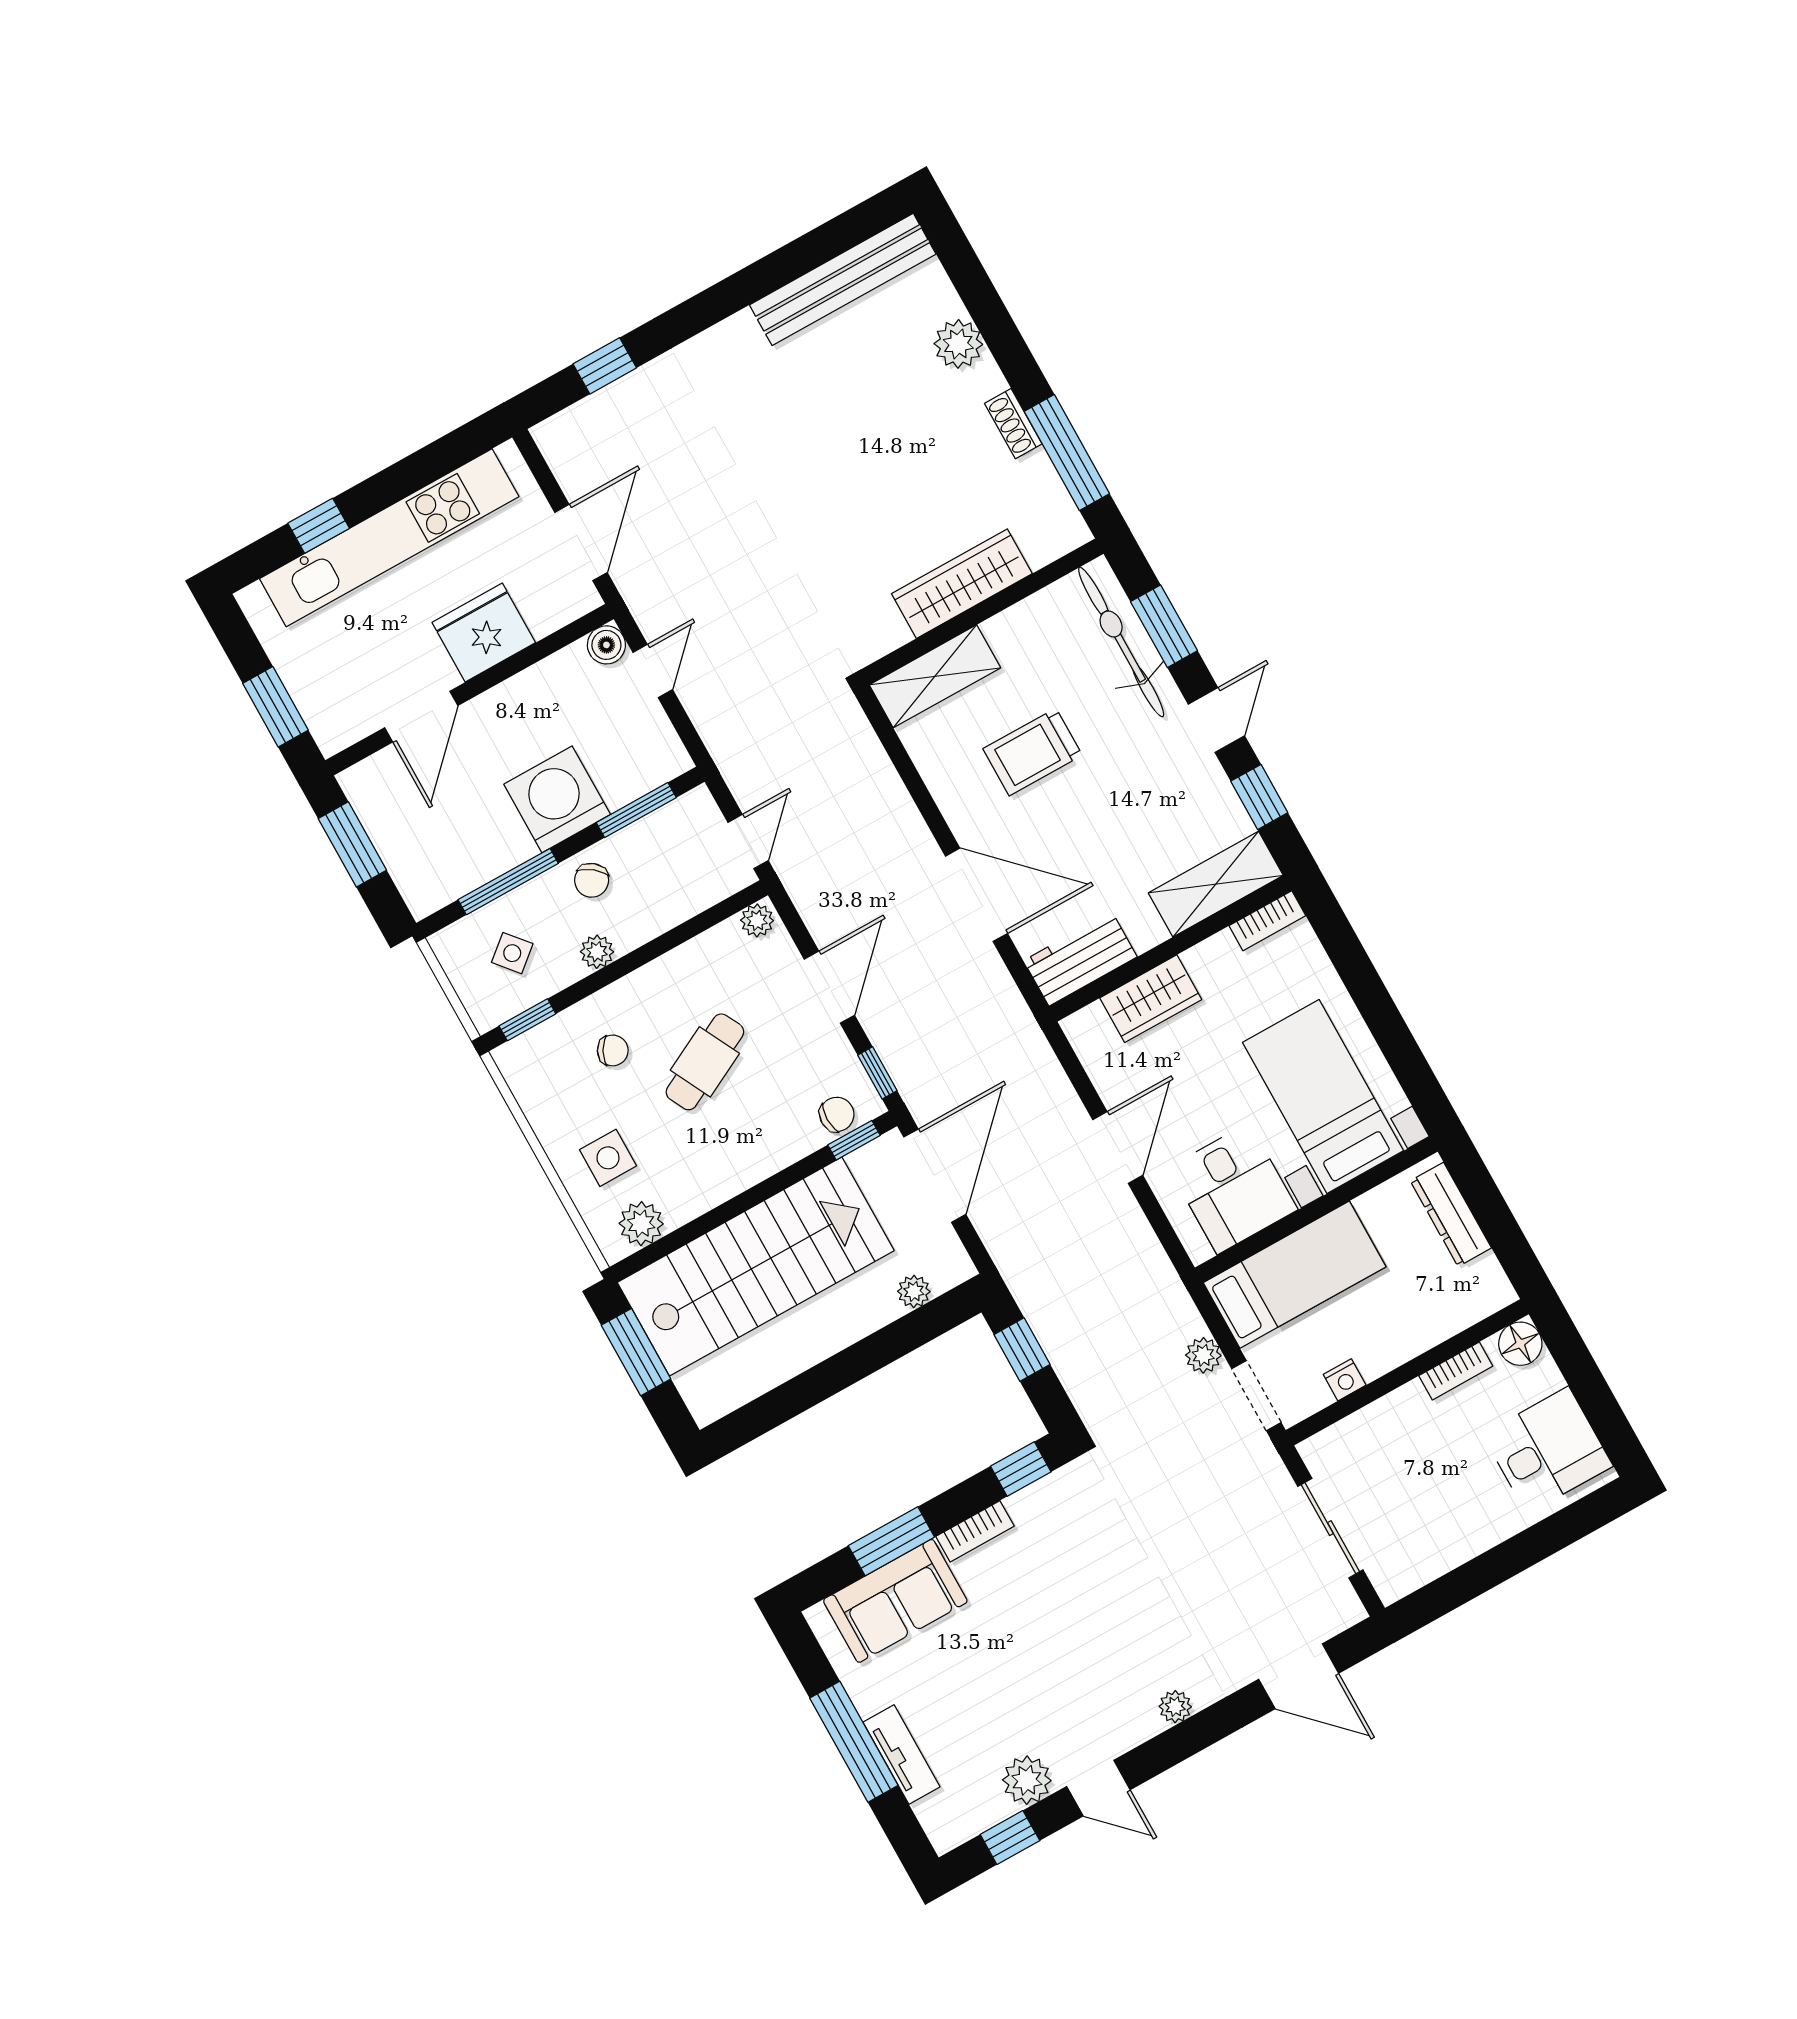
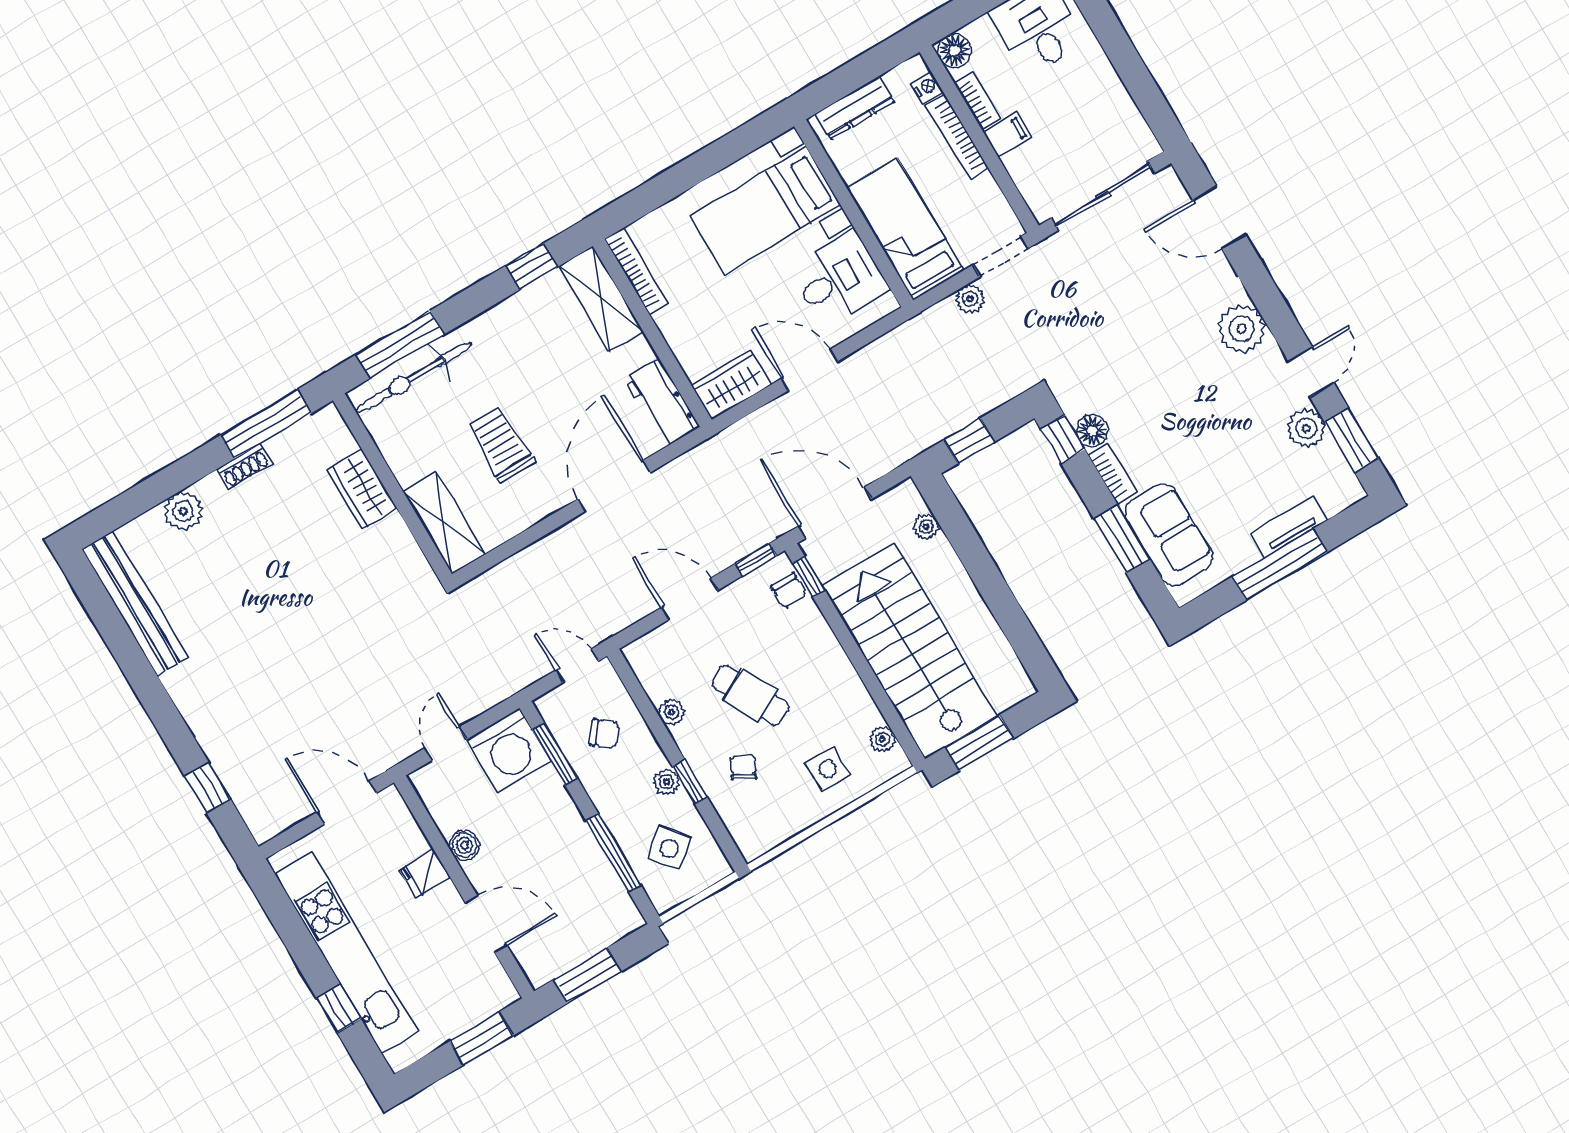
wardrobe: (962, 584) -> (362, 489), width x0.67
window: (1164, 626) -> (400, 344), width x1.44
fridge: (484, 633) -> (425, 873), width x0.53, depth x0.75
boiler: (606, 645) -> (464, 845), moved
door: (653, 671) -> (446, 744), hinge flipped
door: (1216, 720) -> (472, 302), removed
trolley: (1033, 752) -> (501, 445), turned 180
washing machine: (557, 799) -> (509, 750), moved, turned -90
chair: (592, 880) -> (604, 734), moved
plant: (757, 920) -> (672, 712), moved
bookcase: (1267, 921) -> (637, 271), width x1.56
side table: (512, 953) -> (669, 848), width x1.37, depth x1.37
wardrobe: (1151, 999) -> (731, 385), moved, turned -90
window: (527, 1020) -> (690, 782), moved
chair: (837, 1114) -> (789, 591), turned 180
plant: (641, 1224) -> (883, 739), width x0.73, depth x0.73
bookcase: (1410, 1344) -> (957, 137), added
nightstand: (1345, 1380) -> (927, 87), moved
filing cabinet: (1412, 1408) -> (1007, 135), added
floor lamp: (1031, 1507) -> (1092, 431), added
sliding door: (1330, 1528) -> (1103, 196), width x1.37
door: (1299, 1676) -> (1219, 217), swing flipped
plant: (1175, 1707) -> (1242, 329), width x1.88, depth x1.88
window: (1010, 1838) -> (1352, 440), width x1.50

